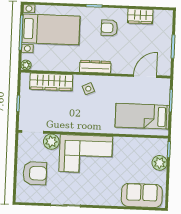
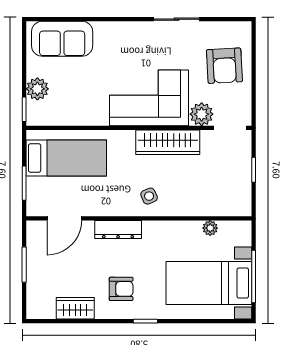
plant: (26, 65) -> (210, 228), moved
dresser: (95, 67) -> (118, 230), moved
wardrobe: (51, 82) -> (168, 142), moved, turned 180
armchair: (35, 173) -> (224, 66), turned -93

